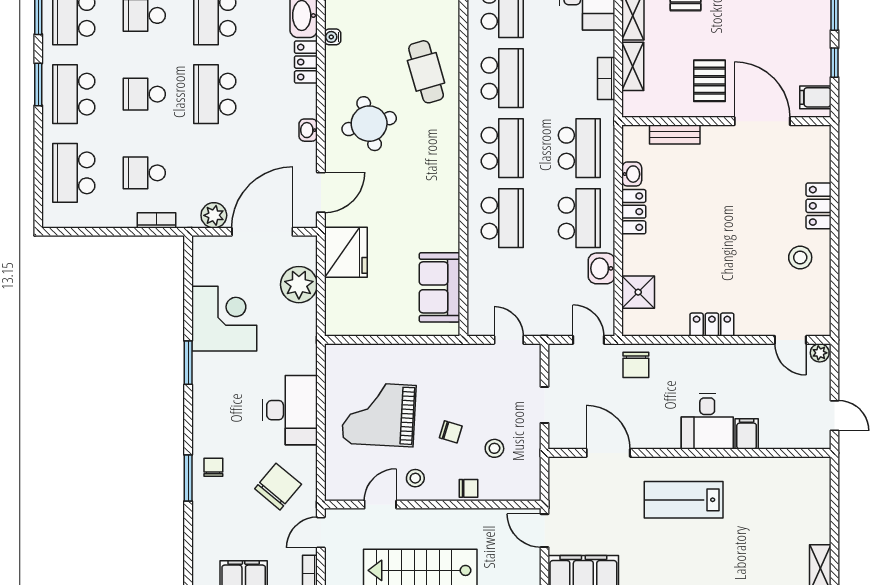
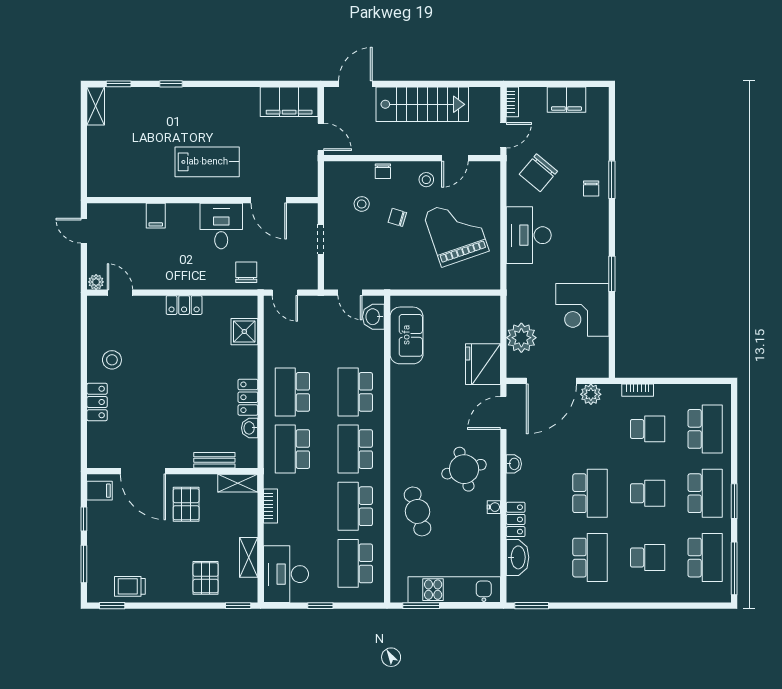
water cooler: (333, 37) -> (494, 507), moved
shelving: (633, 66) -> (238, 483), moved, turned 90
washbasin: (601, 268) -> (373, 317), moved, turned 180
grand piano: (379, 414) -> (456, 232), turned -112
desk: (707, 421) -> (221, 226), moved
chair: (469, 488) -> (383, 171), turned -90

